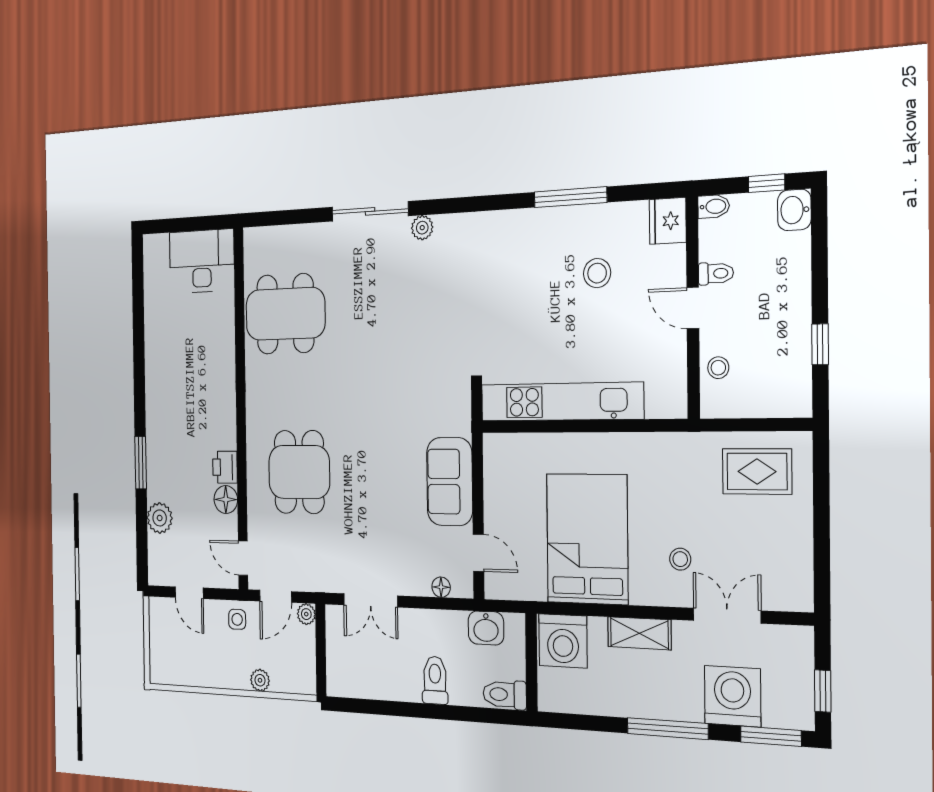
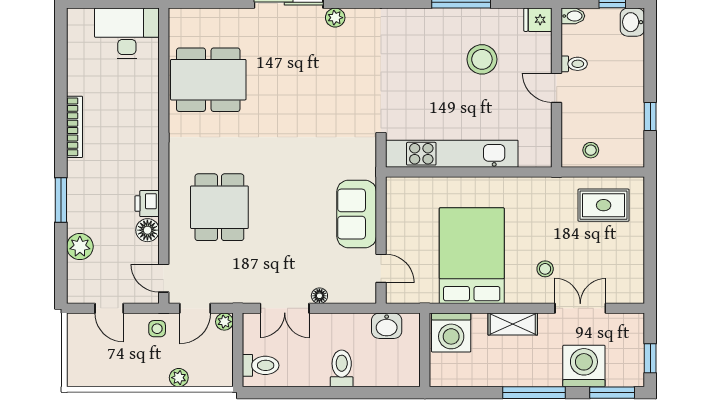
fridge: (668, 221) -> (538, 20), width x0.72
stool: (597, 273) -> (482, 59), width x1.38, depth x1.38
stool: (718, 368) -> (591, 150), moved
bookcase: (152, 376) -> (75, 127), added
floor lamp: (441, 587) -> (319, 296), moved
toilet: (505, 695) -> (261, 365), moved, turned 180

